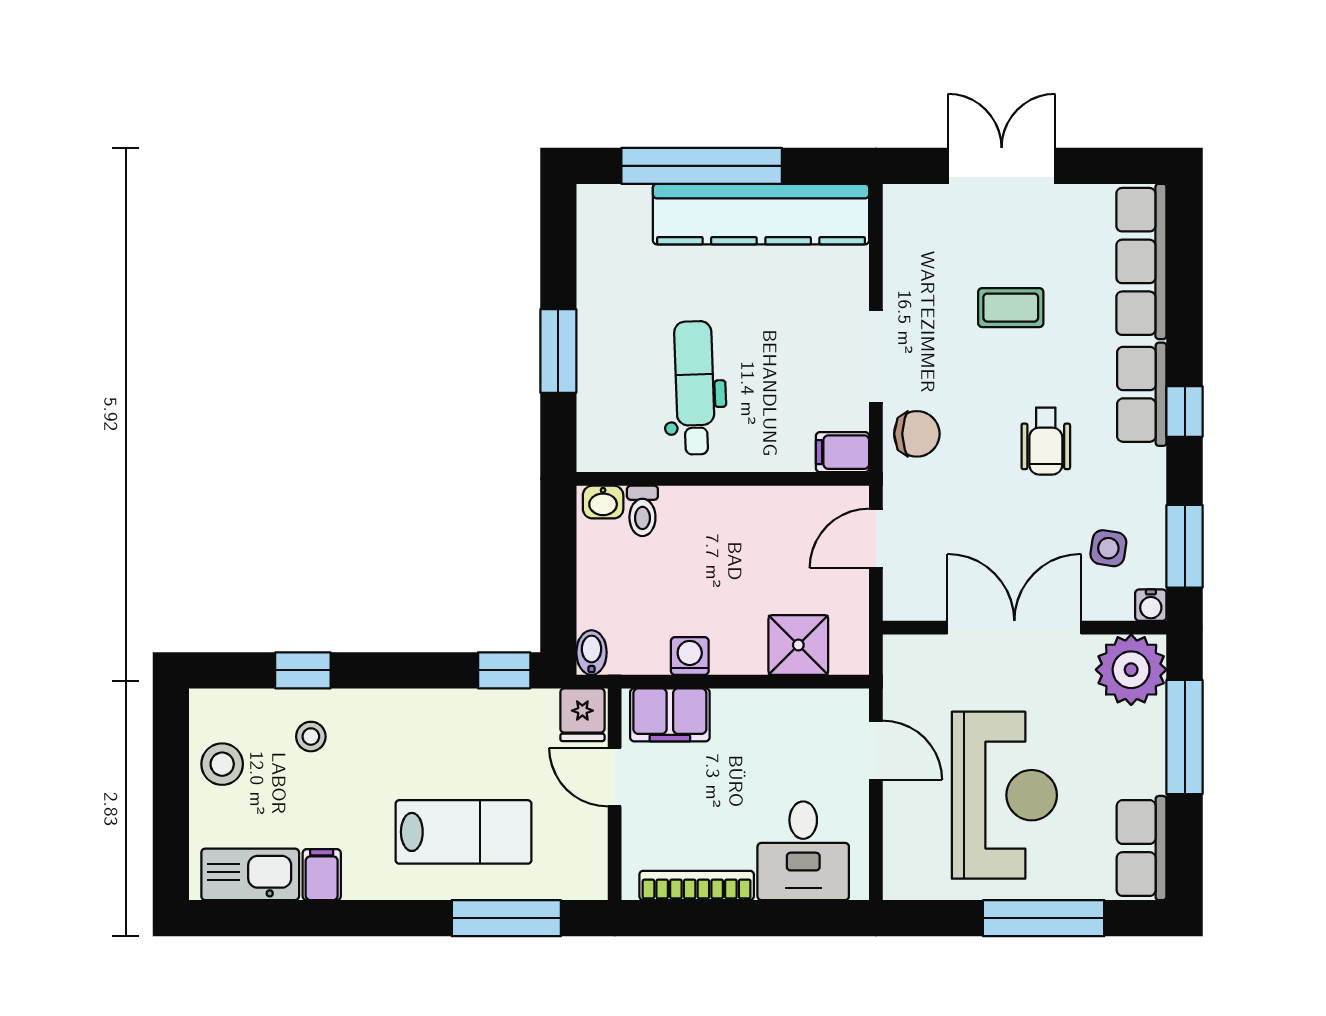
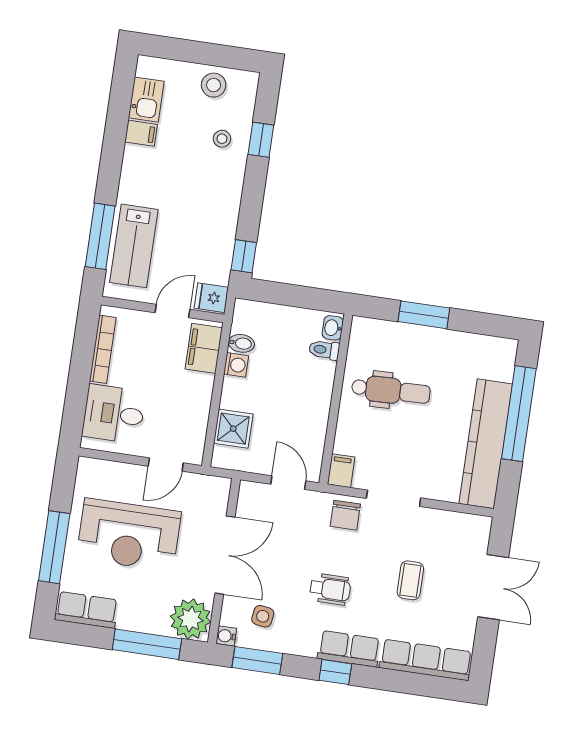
wheelchair: (1046, 441) -> (330, 589), turned 180
bidet: (592, 653) -> (241, 343), moved
lab bench: (463, 832) -> (134, 246), moved
kitchen sink: (250, 874) -> (146, 100), width x0.73

